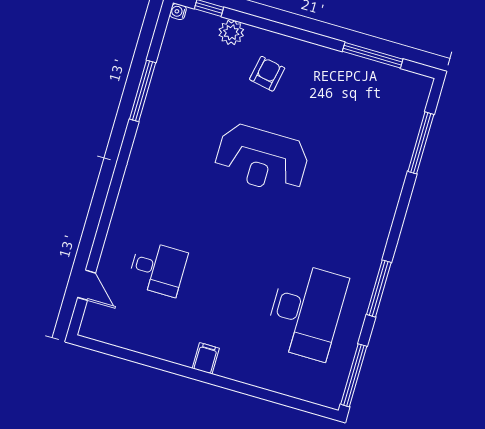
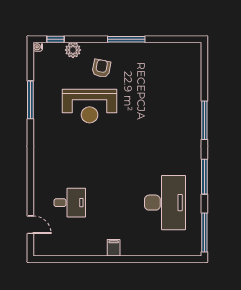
window: (373, 55) -> (126, 39), moved
window: (421, 143) -> (204, 120), moved
reception desk: (262, 159) -> (90, 106), moved

